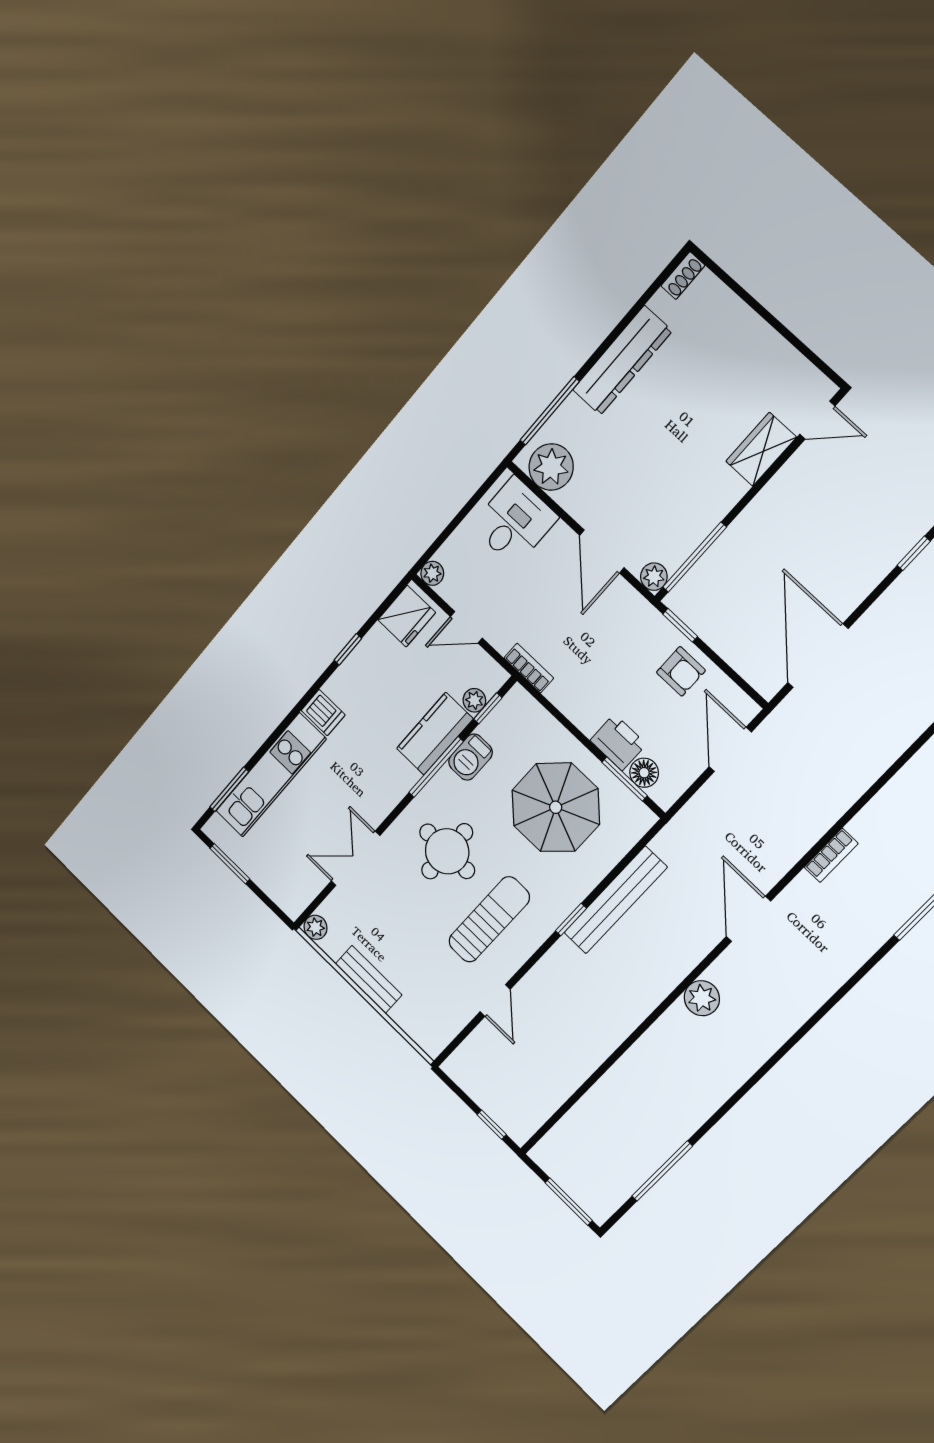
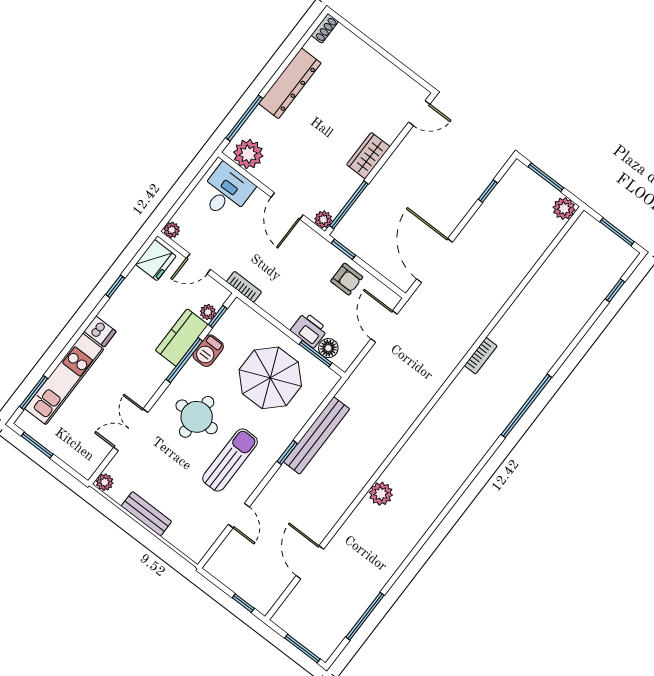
wardrobe: (761, 449) -> (368, 156), moved
bookcase: (831, 855) -> (481, 356), moved
door: (748, 919) -> (310, 562), moved

